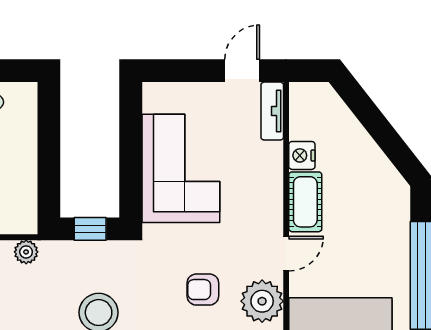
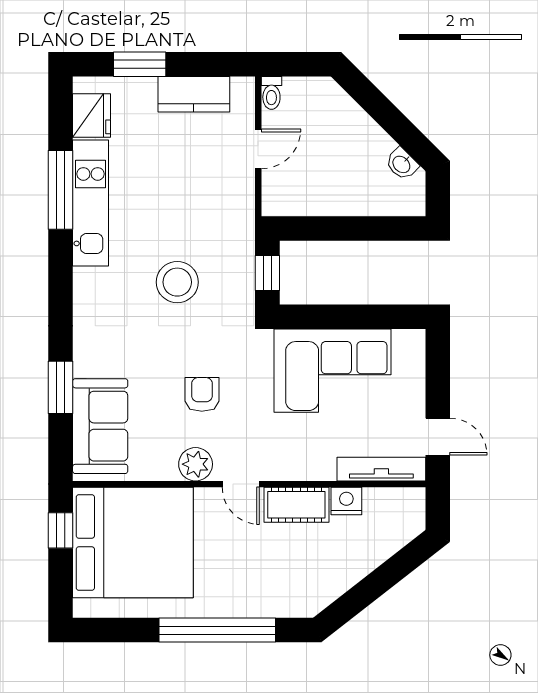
tv unit: (272, 111) -> (381, 469), width x1.41
plant: (26, 252) -> (242, 204), removed
plant: (262, 301) -> (196, 464), width x0.73, depth x0.73

